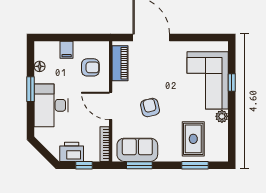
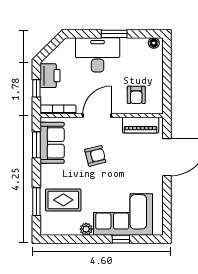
filing cabinet: (67, 50) -> (154, 71), removed
floor lamp: (40, 66) -> (154, 43), moved

